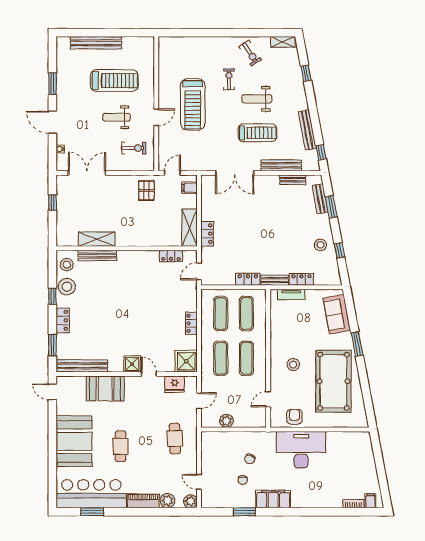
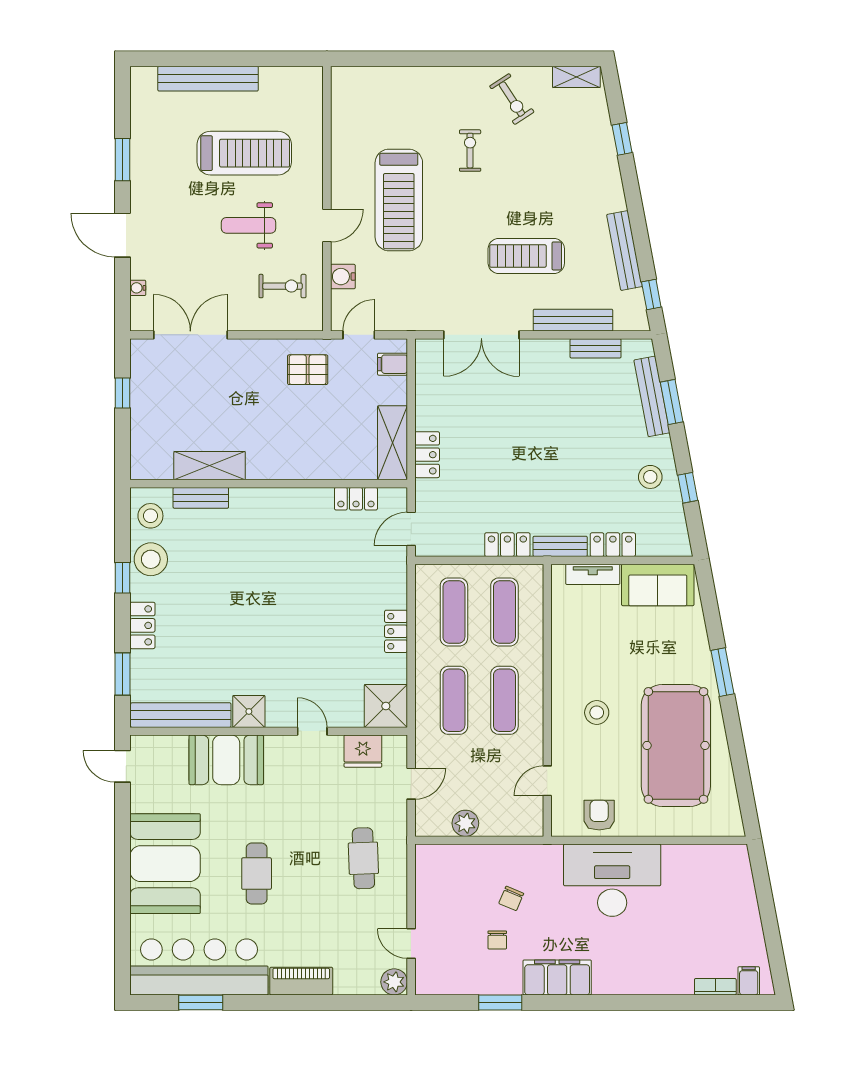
weight bench: (257, 99) -> (525, 189), removed
treadmill: (257, 133) -> (526, 256), turned 180
water cooler: (164, 143) -> (343, 277), added
pallet: (146, 190) -> (308, 370), turned 90
bench: (320, 199) -> (652, 396), width x1.36
bench: (97, 256) -> (201, 498), width x0.73
sofa: (337, 314) -> (658, 585), moved, turned -79
shower: (132, 364) -> (249, 711), moved
plant: (167, 501) -> (349, 981), removed

